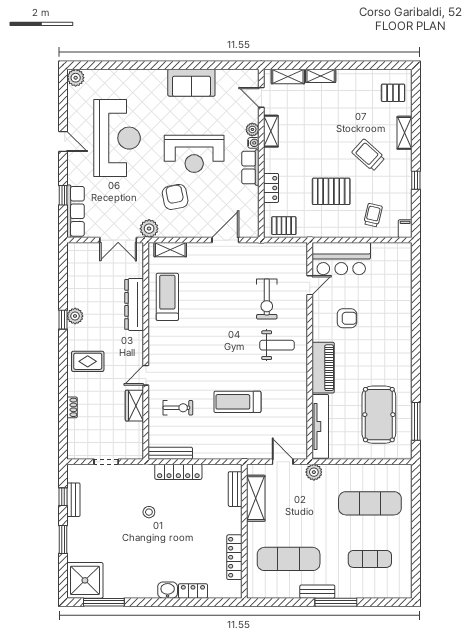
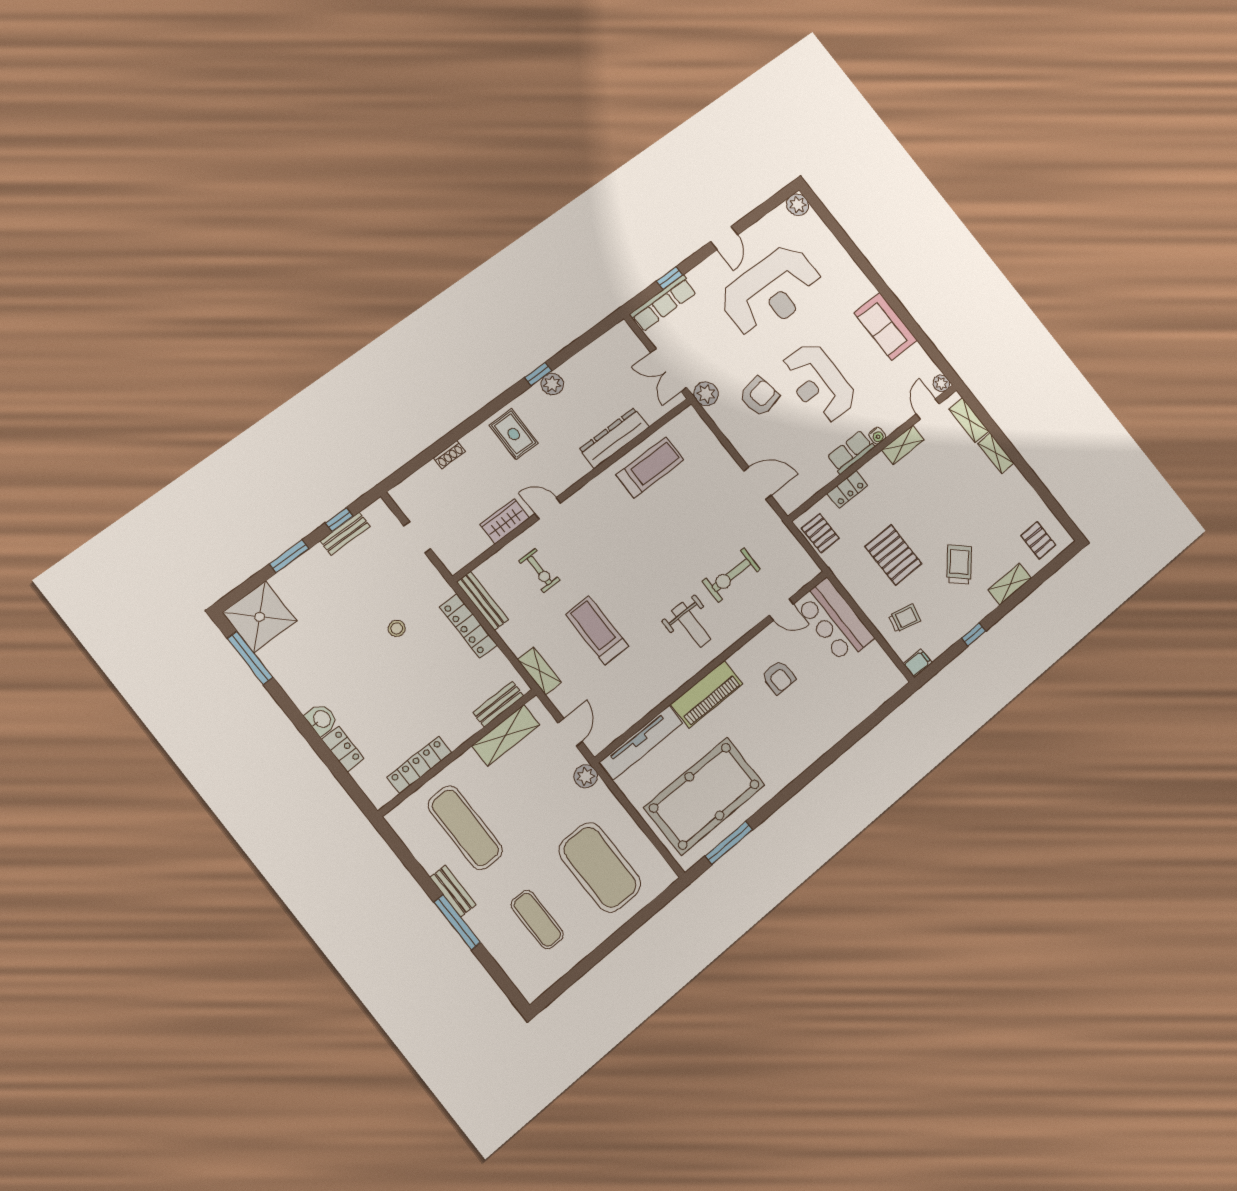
plant: (252, 129) -> (941, 383), moved
shelving: (170, 250) -> (539, 671), moved
pool table: (379, 415) -> (704, 796), width x1.36, depth x1.32
exercise mat: (370, 503) -> (600, 867), width x1.47

